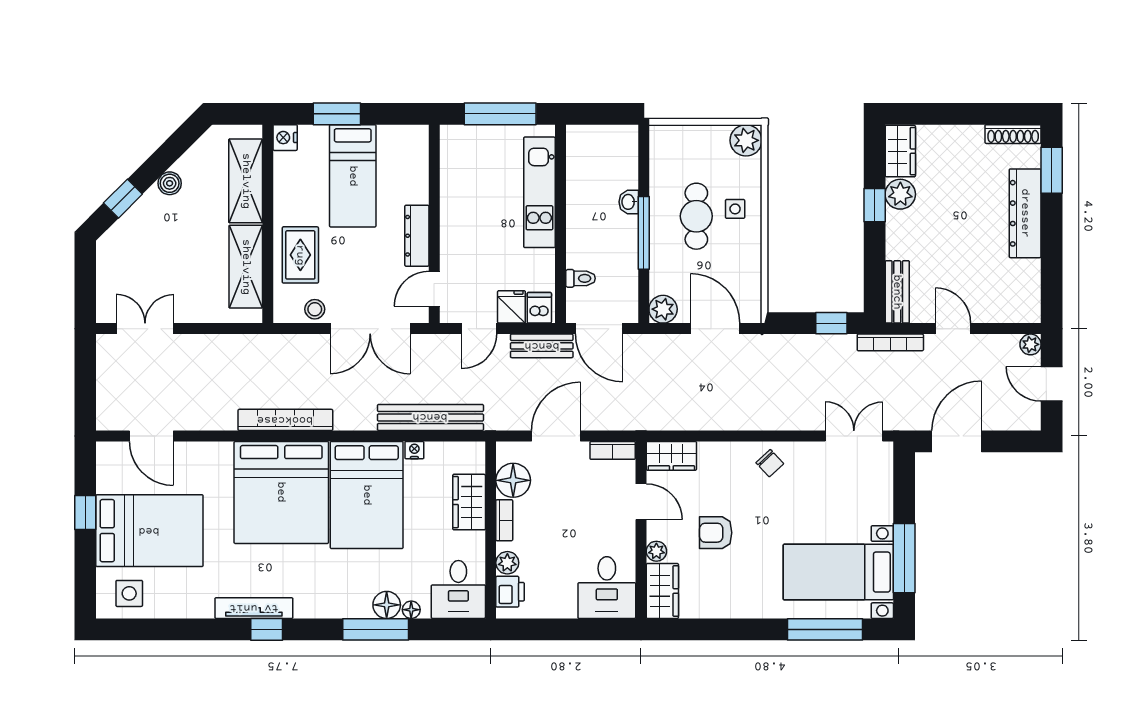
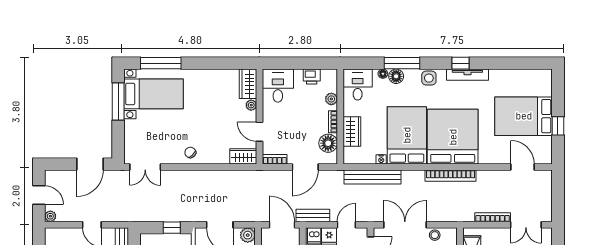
window: (831, 323) -> (172, 228), moved
bookcase: (890, 342) -> (493, 217), moved
armchair: (716, 533) -> (219, 115), removed
printer: (510, 592) -> (312, 77), moved, turned -90
side table: (129, 593) -> (429, 78), moved

